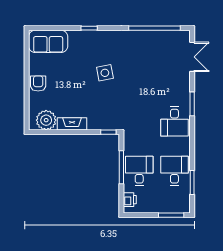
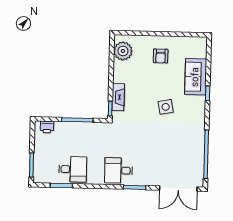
sofa: (48, 41) -> (196, 77), moved
double door: (192, 57) -> (178, 189), width x1.37
armchair: (38, 83) -> (161, 56), moved, turned 90
fireplace: (72, 124) -> (118, 97), moved
desk: (139, 171) -> (74, 136), removed

